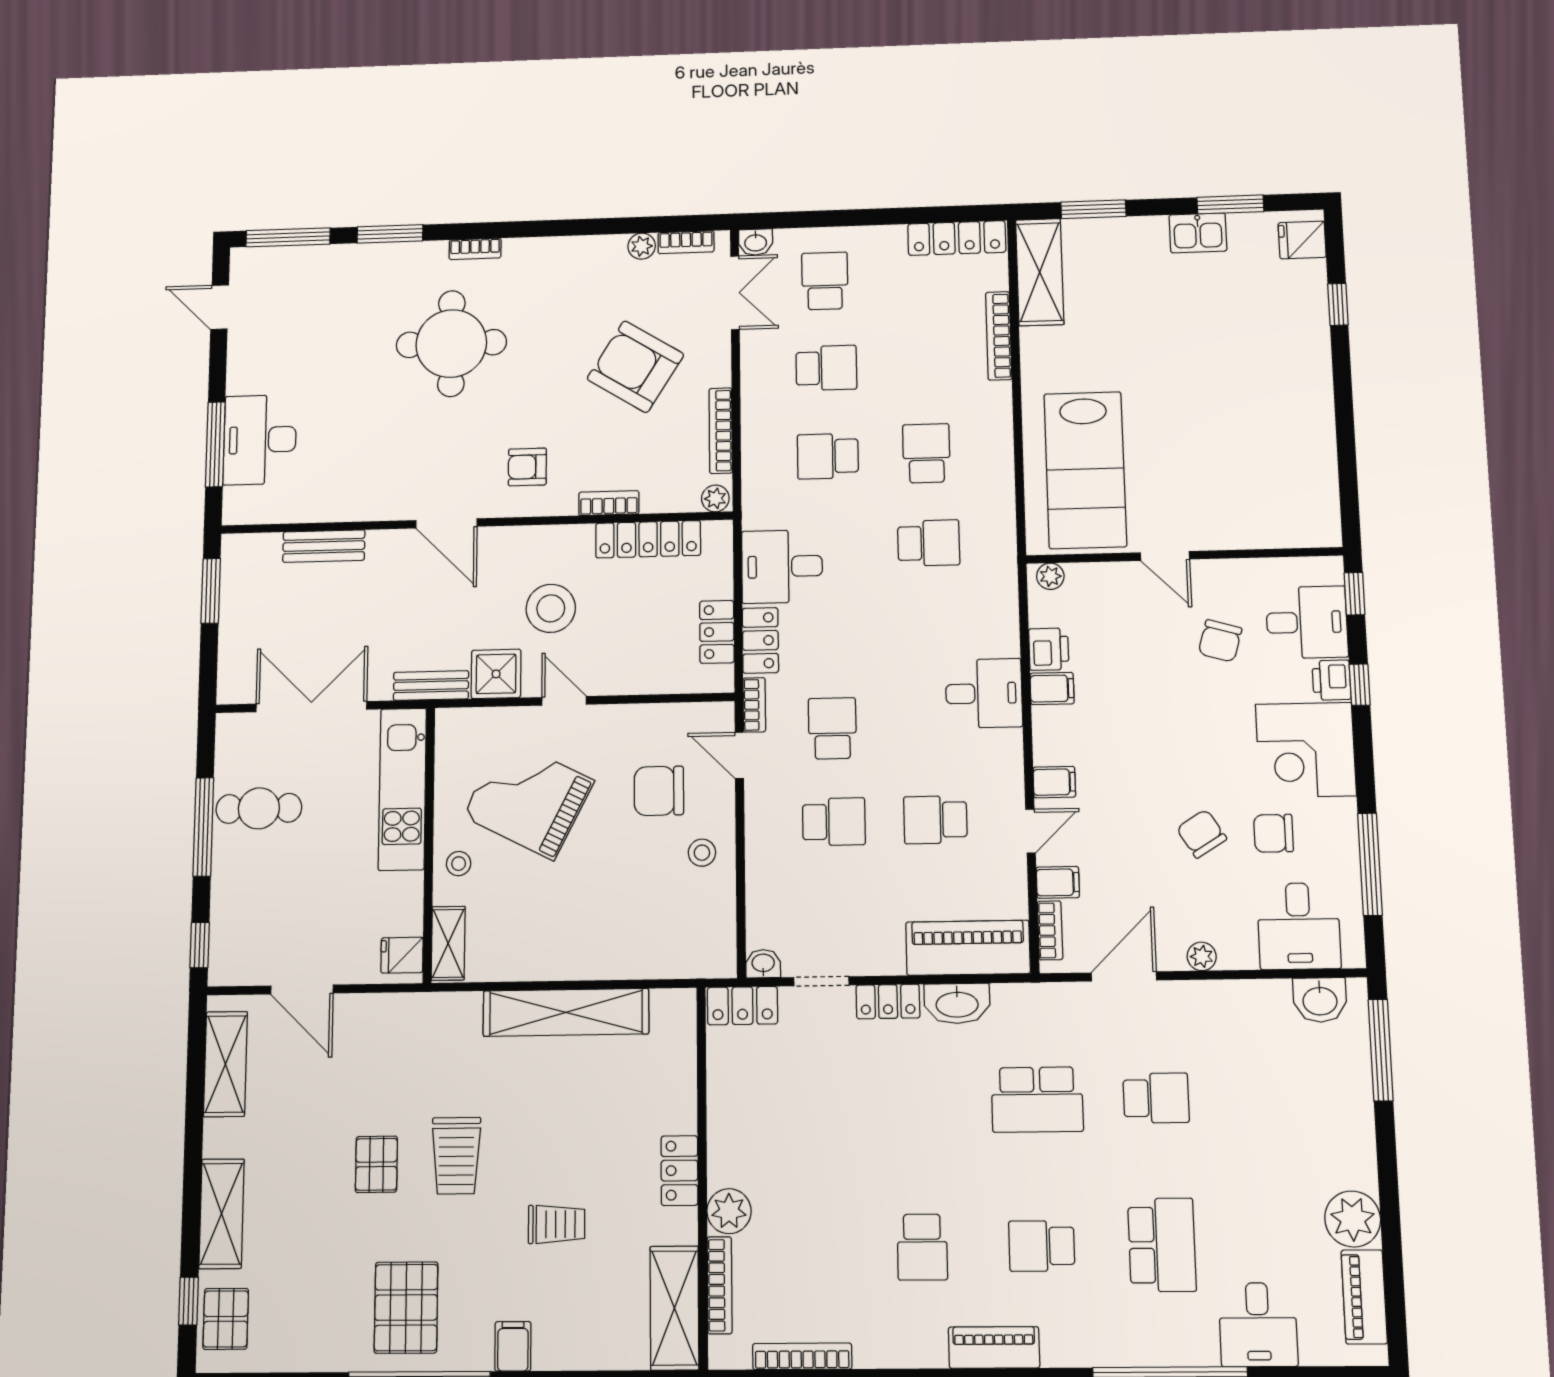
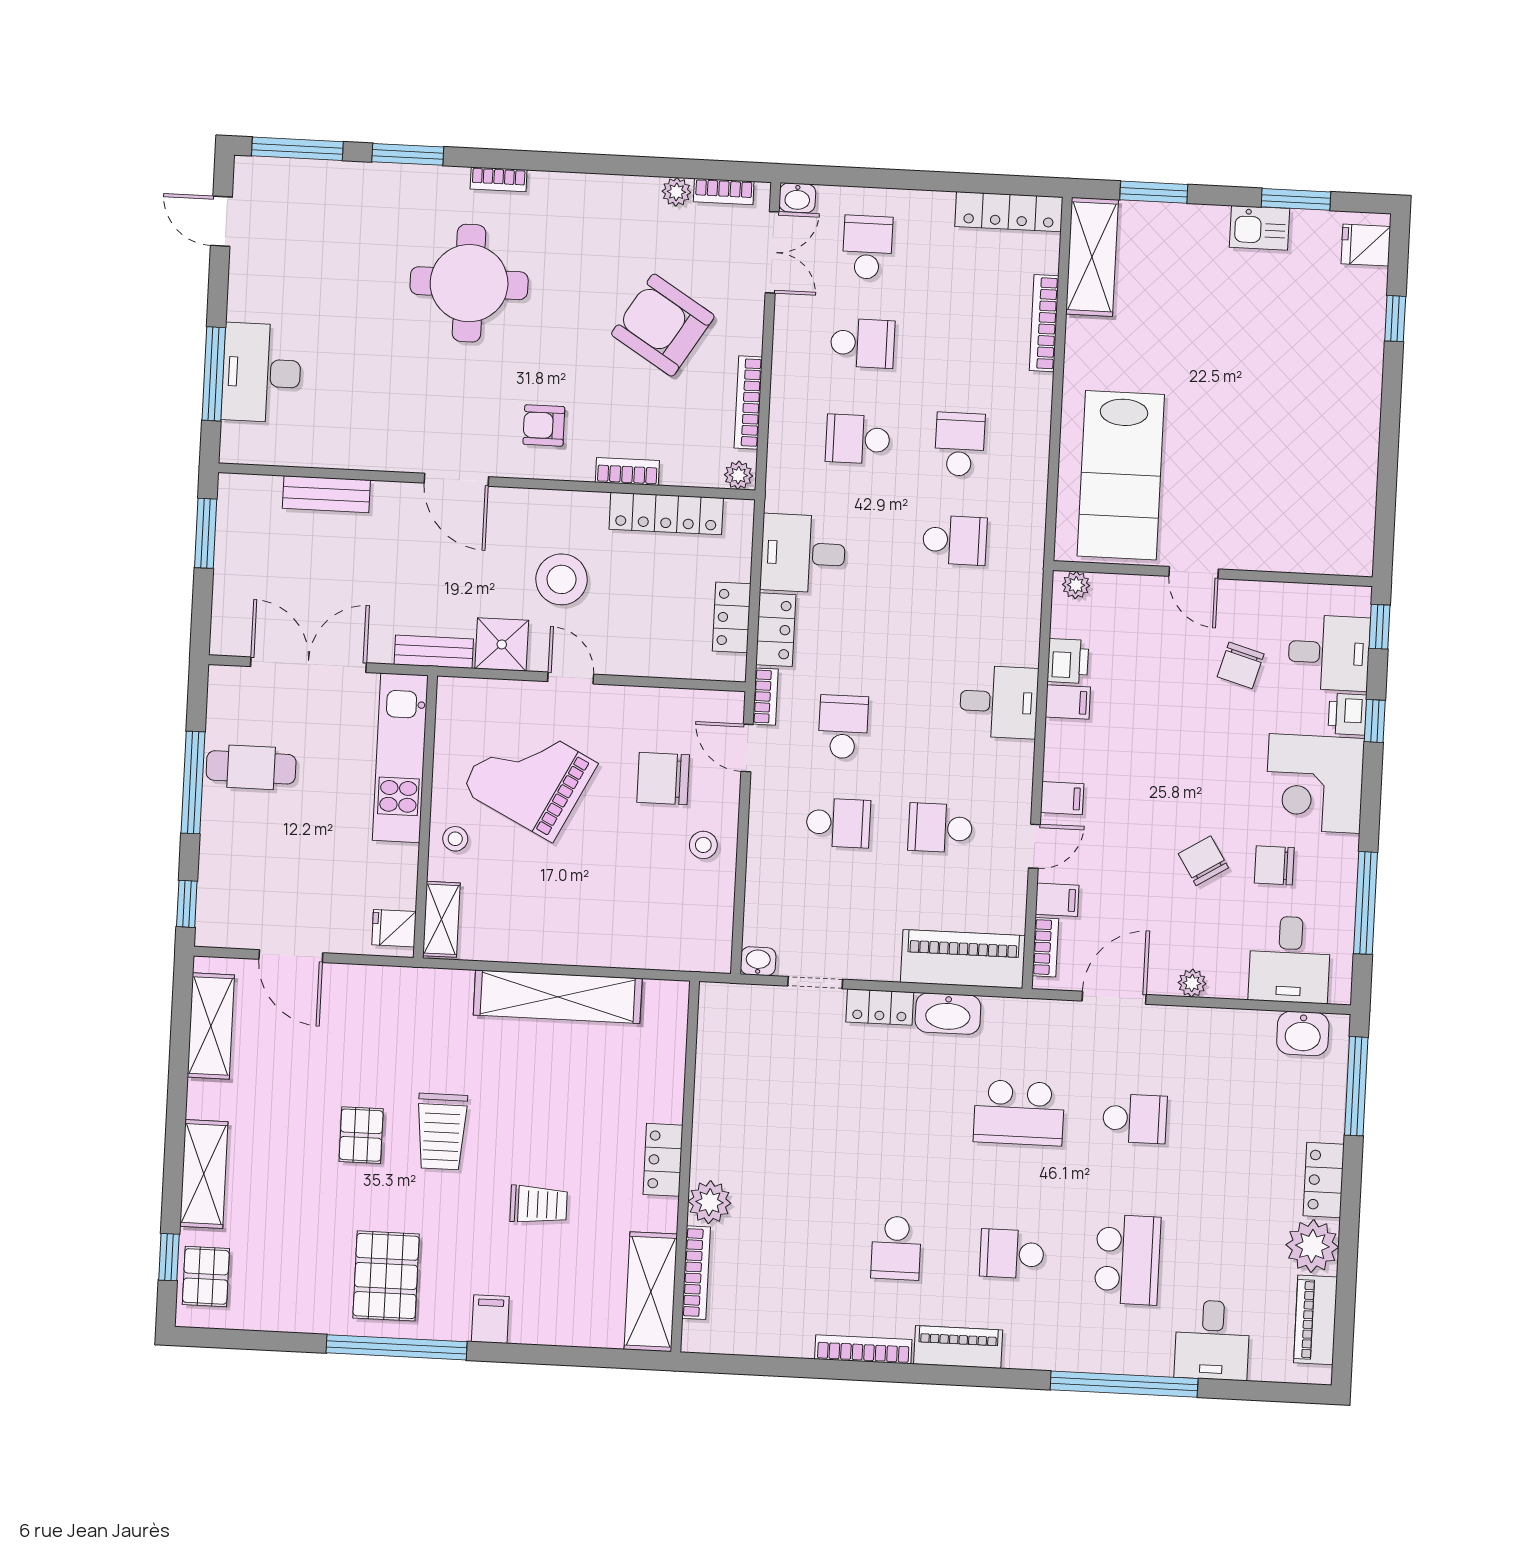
locker: (742, 1006) -> (1324, 1180), moved, turned 90
bookcase: (802, 1356) -> (863, 1349), moved

